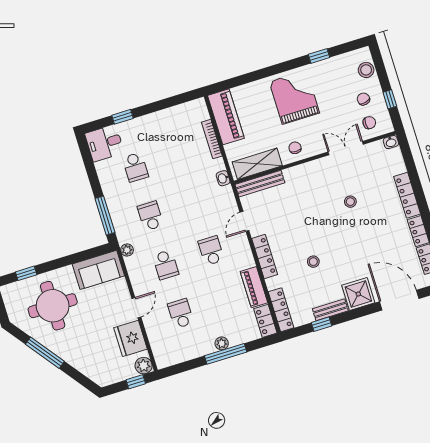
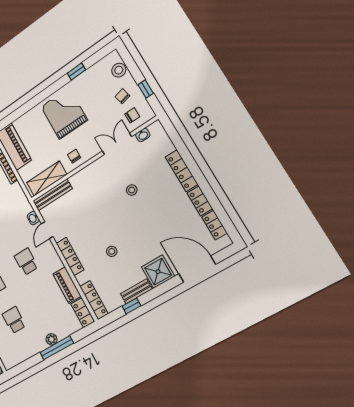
washbasin: (391, 142) -> (143, 135), moved
washbasin: (223, 178) -> (33, 218), moved

